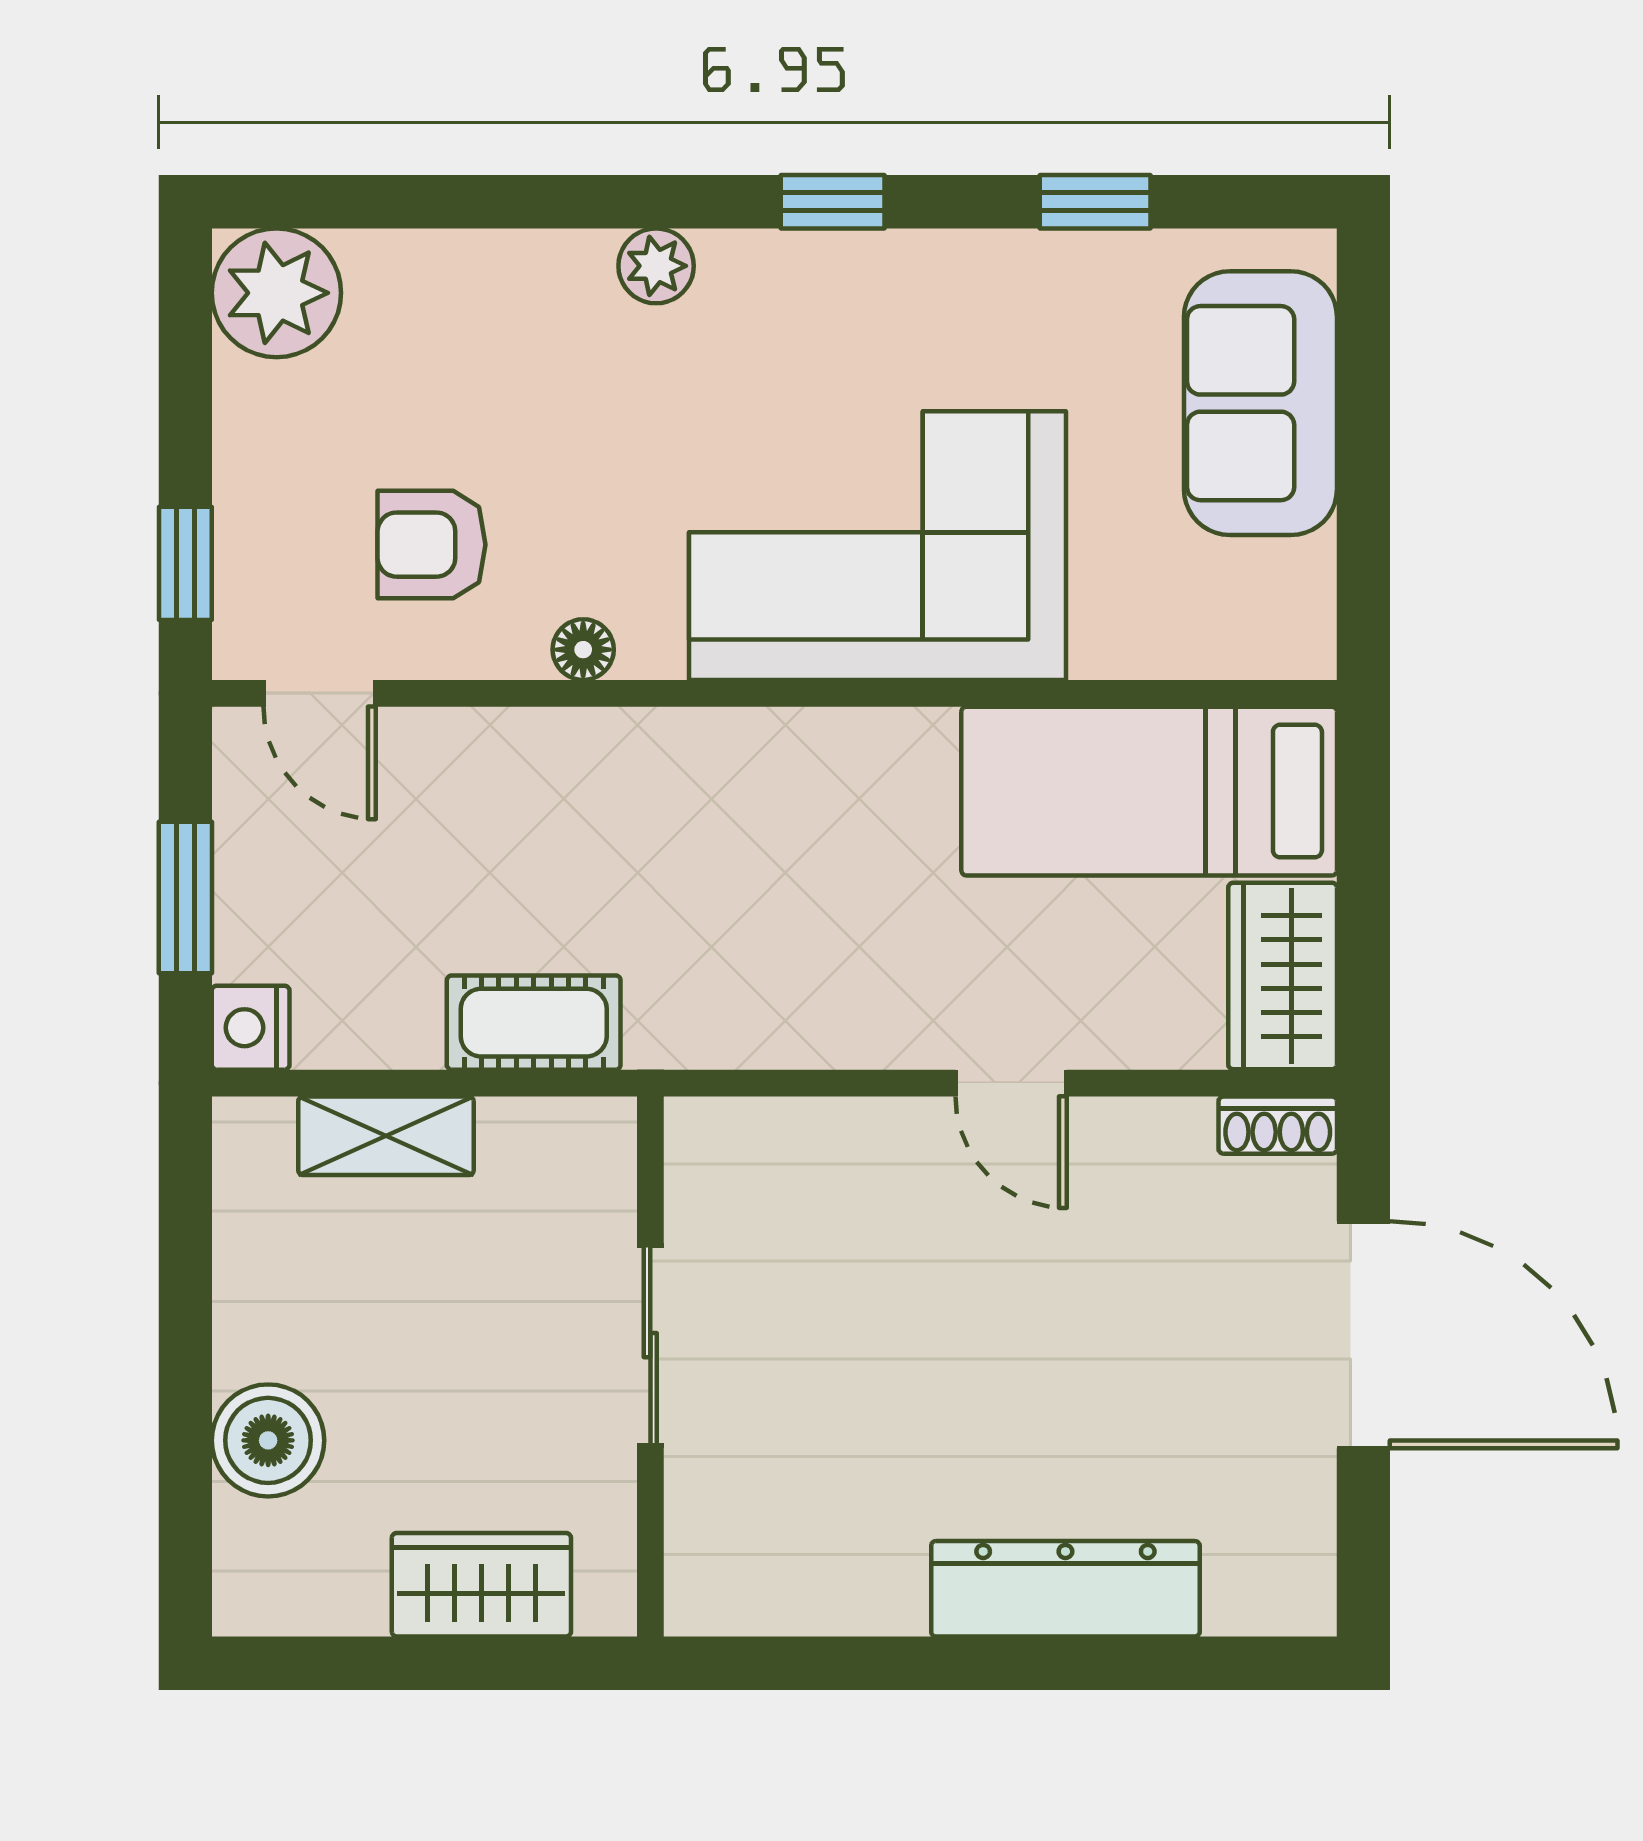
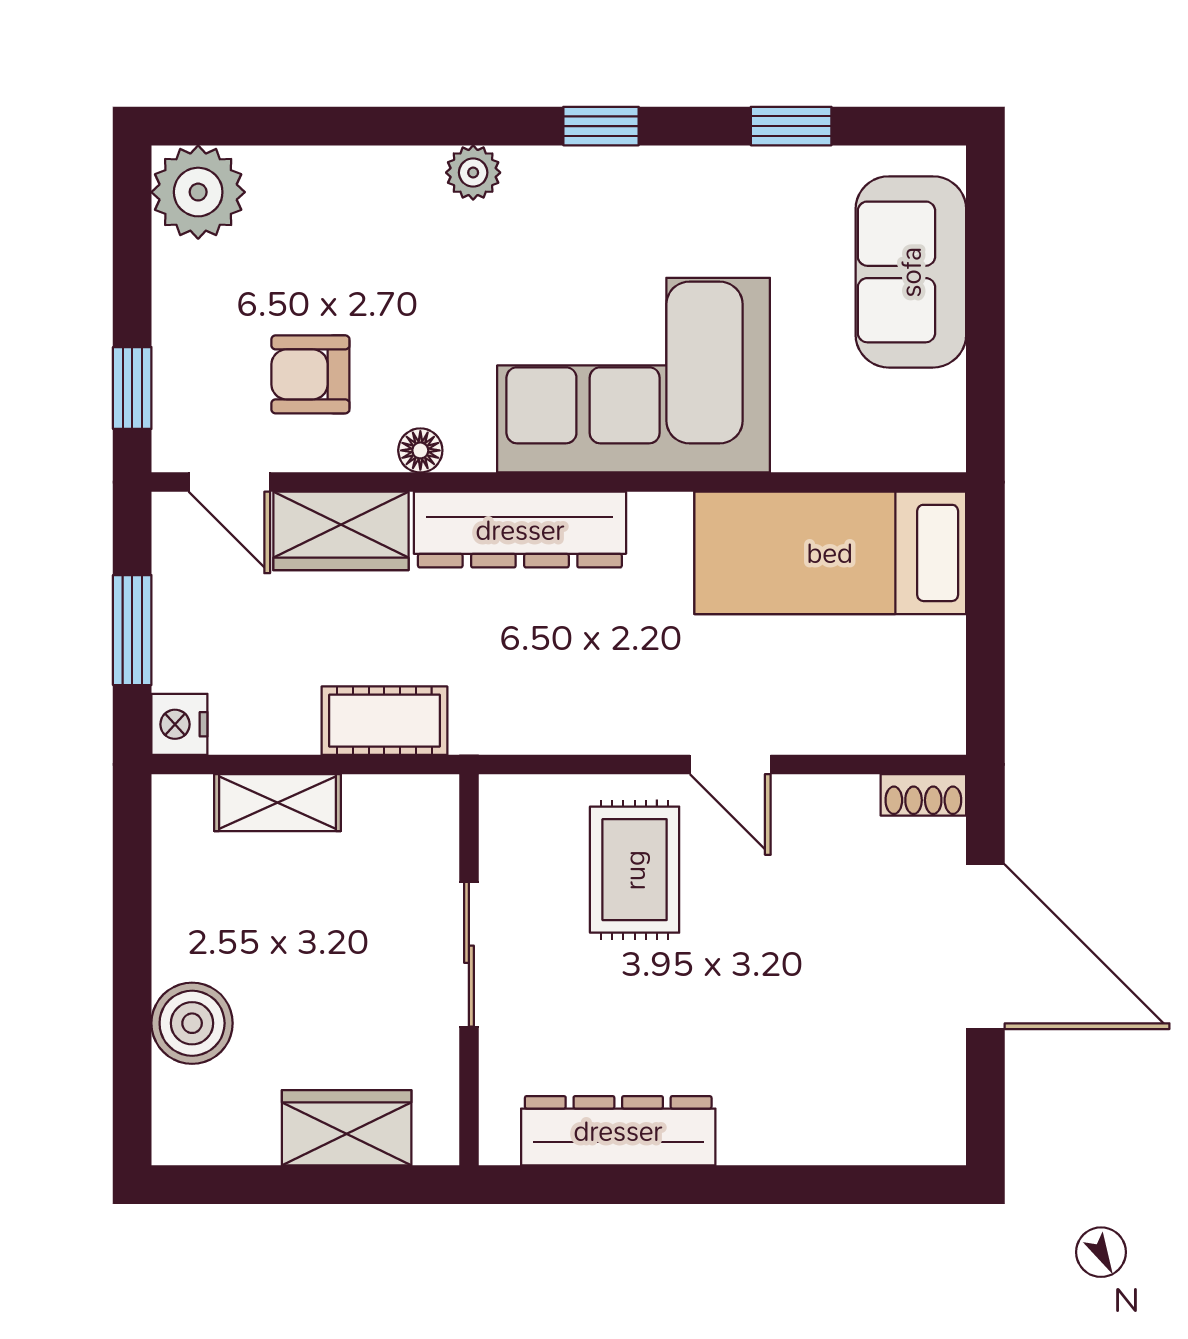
dresser: (721, 759) -> (520, 530), added
wardrobe: (1283, 976) -> (341, 531), moved, turned -90
rug: (879, 1228) -> (635, 870), added
dresser: (1065, 1589) -> (618, 1131), moved

